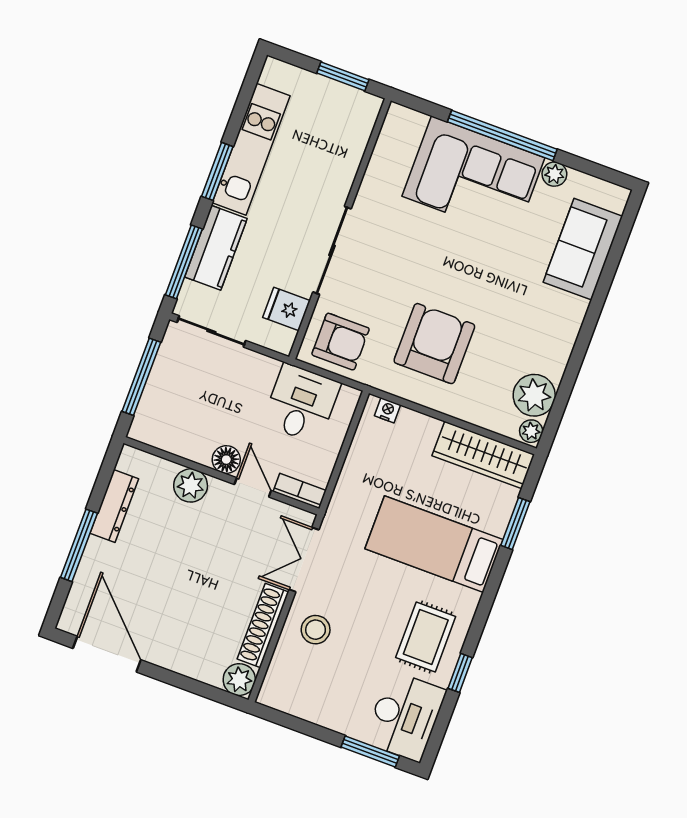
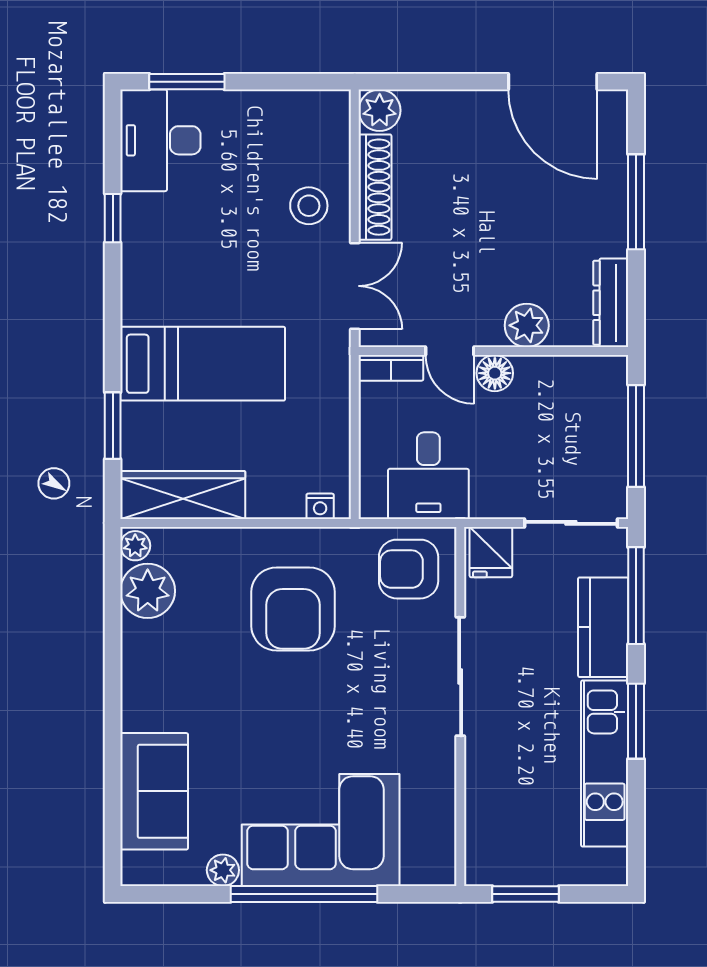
fridge: (286, 309) -> (491, 552), moved, turned 90
dresser: (114, 506) -> (611, 303), moved
rug: (426, 637) -> (171, 246), removed

